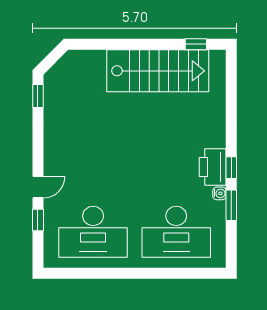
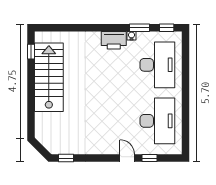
window: (231, 168) -> (167, 28), moved

